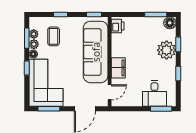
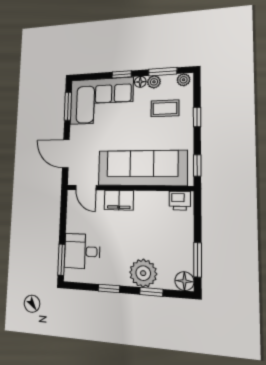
plant: (34, 34) -> (184, 80), moved

